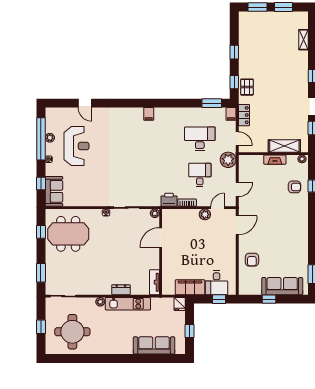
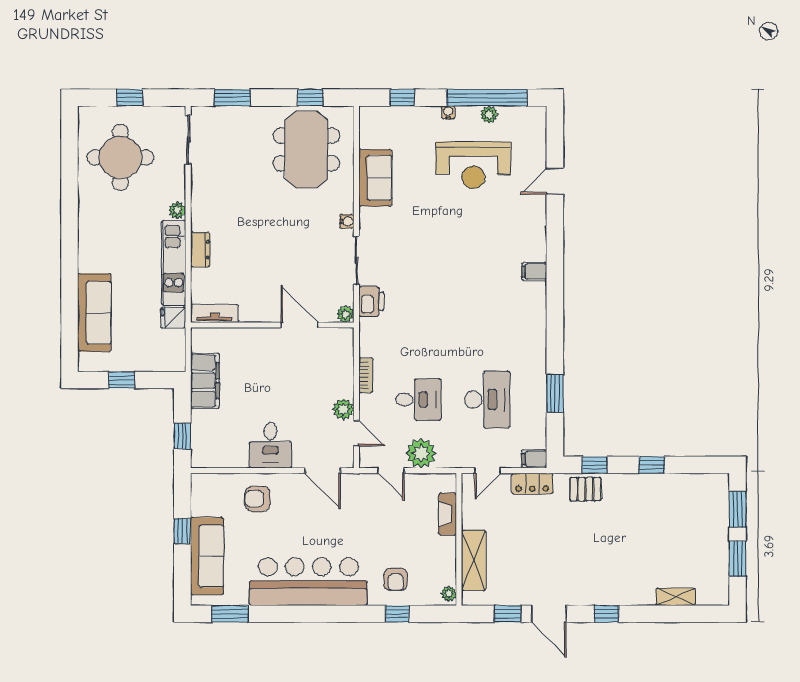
window: (212, 103) -> (555, 393), moved
filing cabinet: (149, 114) -> (534, 272), moved
plant: (228, 160) -> (421, 453), moved
fireplace: (275, 160) -> (448, 514), moved
sofa: (54, 191) -> (375, 178), moved, turned -90
printer: (169, 200) -> (371, 301), moved
bar counter: (296, 233) -> (308, 582), added
desk: (217, 283) -> (270, 445), moved, turned -90
fridge: (180, 304) -> (173, 318), moved

